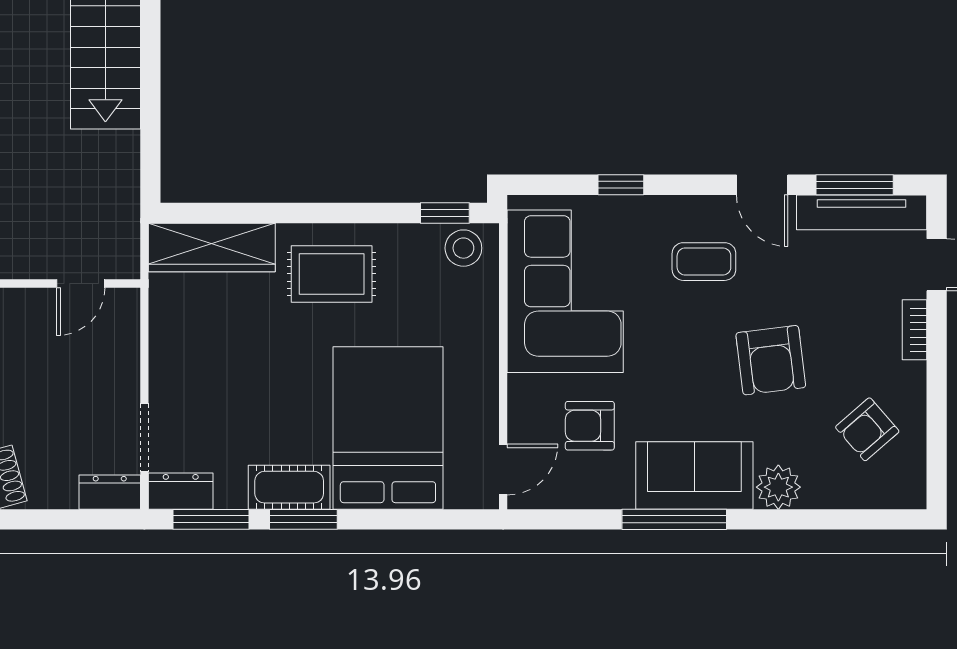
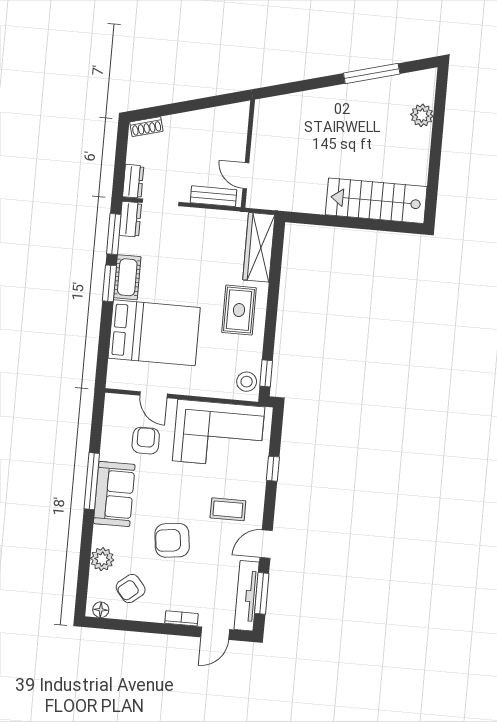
coffee table: (704, 262) -> (228, 509), turned 90
bench: (124, 340) -> (214, 196), added
armchair: (867, 429) -> (131, 589), turned -88
door: (503, 469) -> (154, 395), moved
floor lamp: (912, 481) -> (101, 610), added
plant: (778, 487) -> (102, 559), moved

